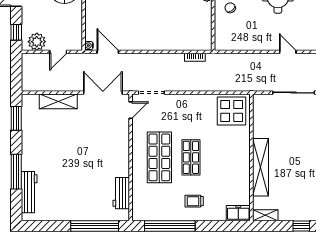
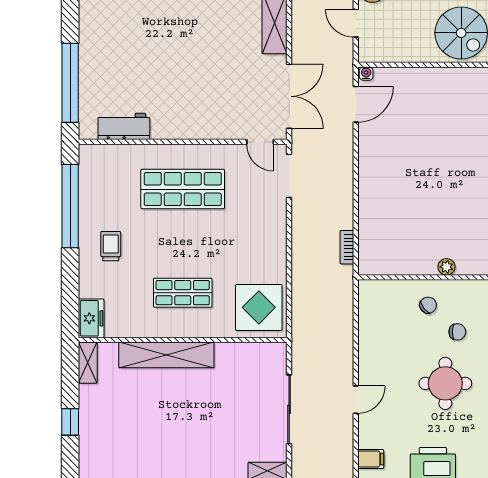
shop shelf: (191, 157) -> (183, 293), moved

